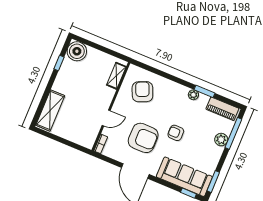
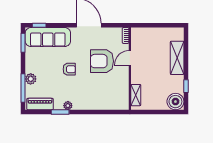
armchair: (142, 92) -> (110, 91), removed
shelving: (50, 110) -> (177, 58), moved
armchair: (143, 138) -> (102, 61), moved

